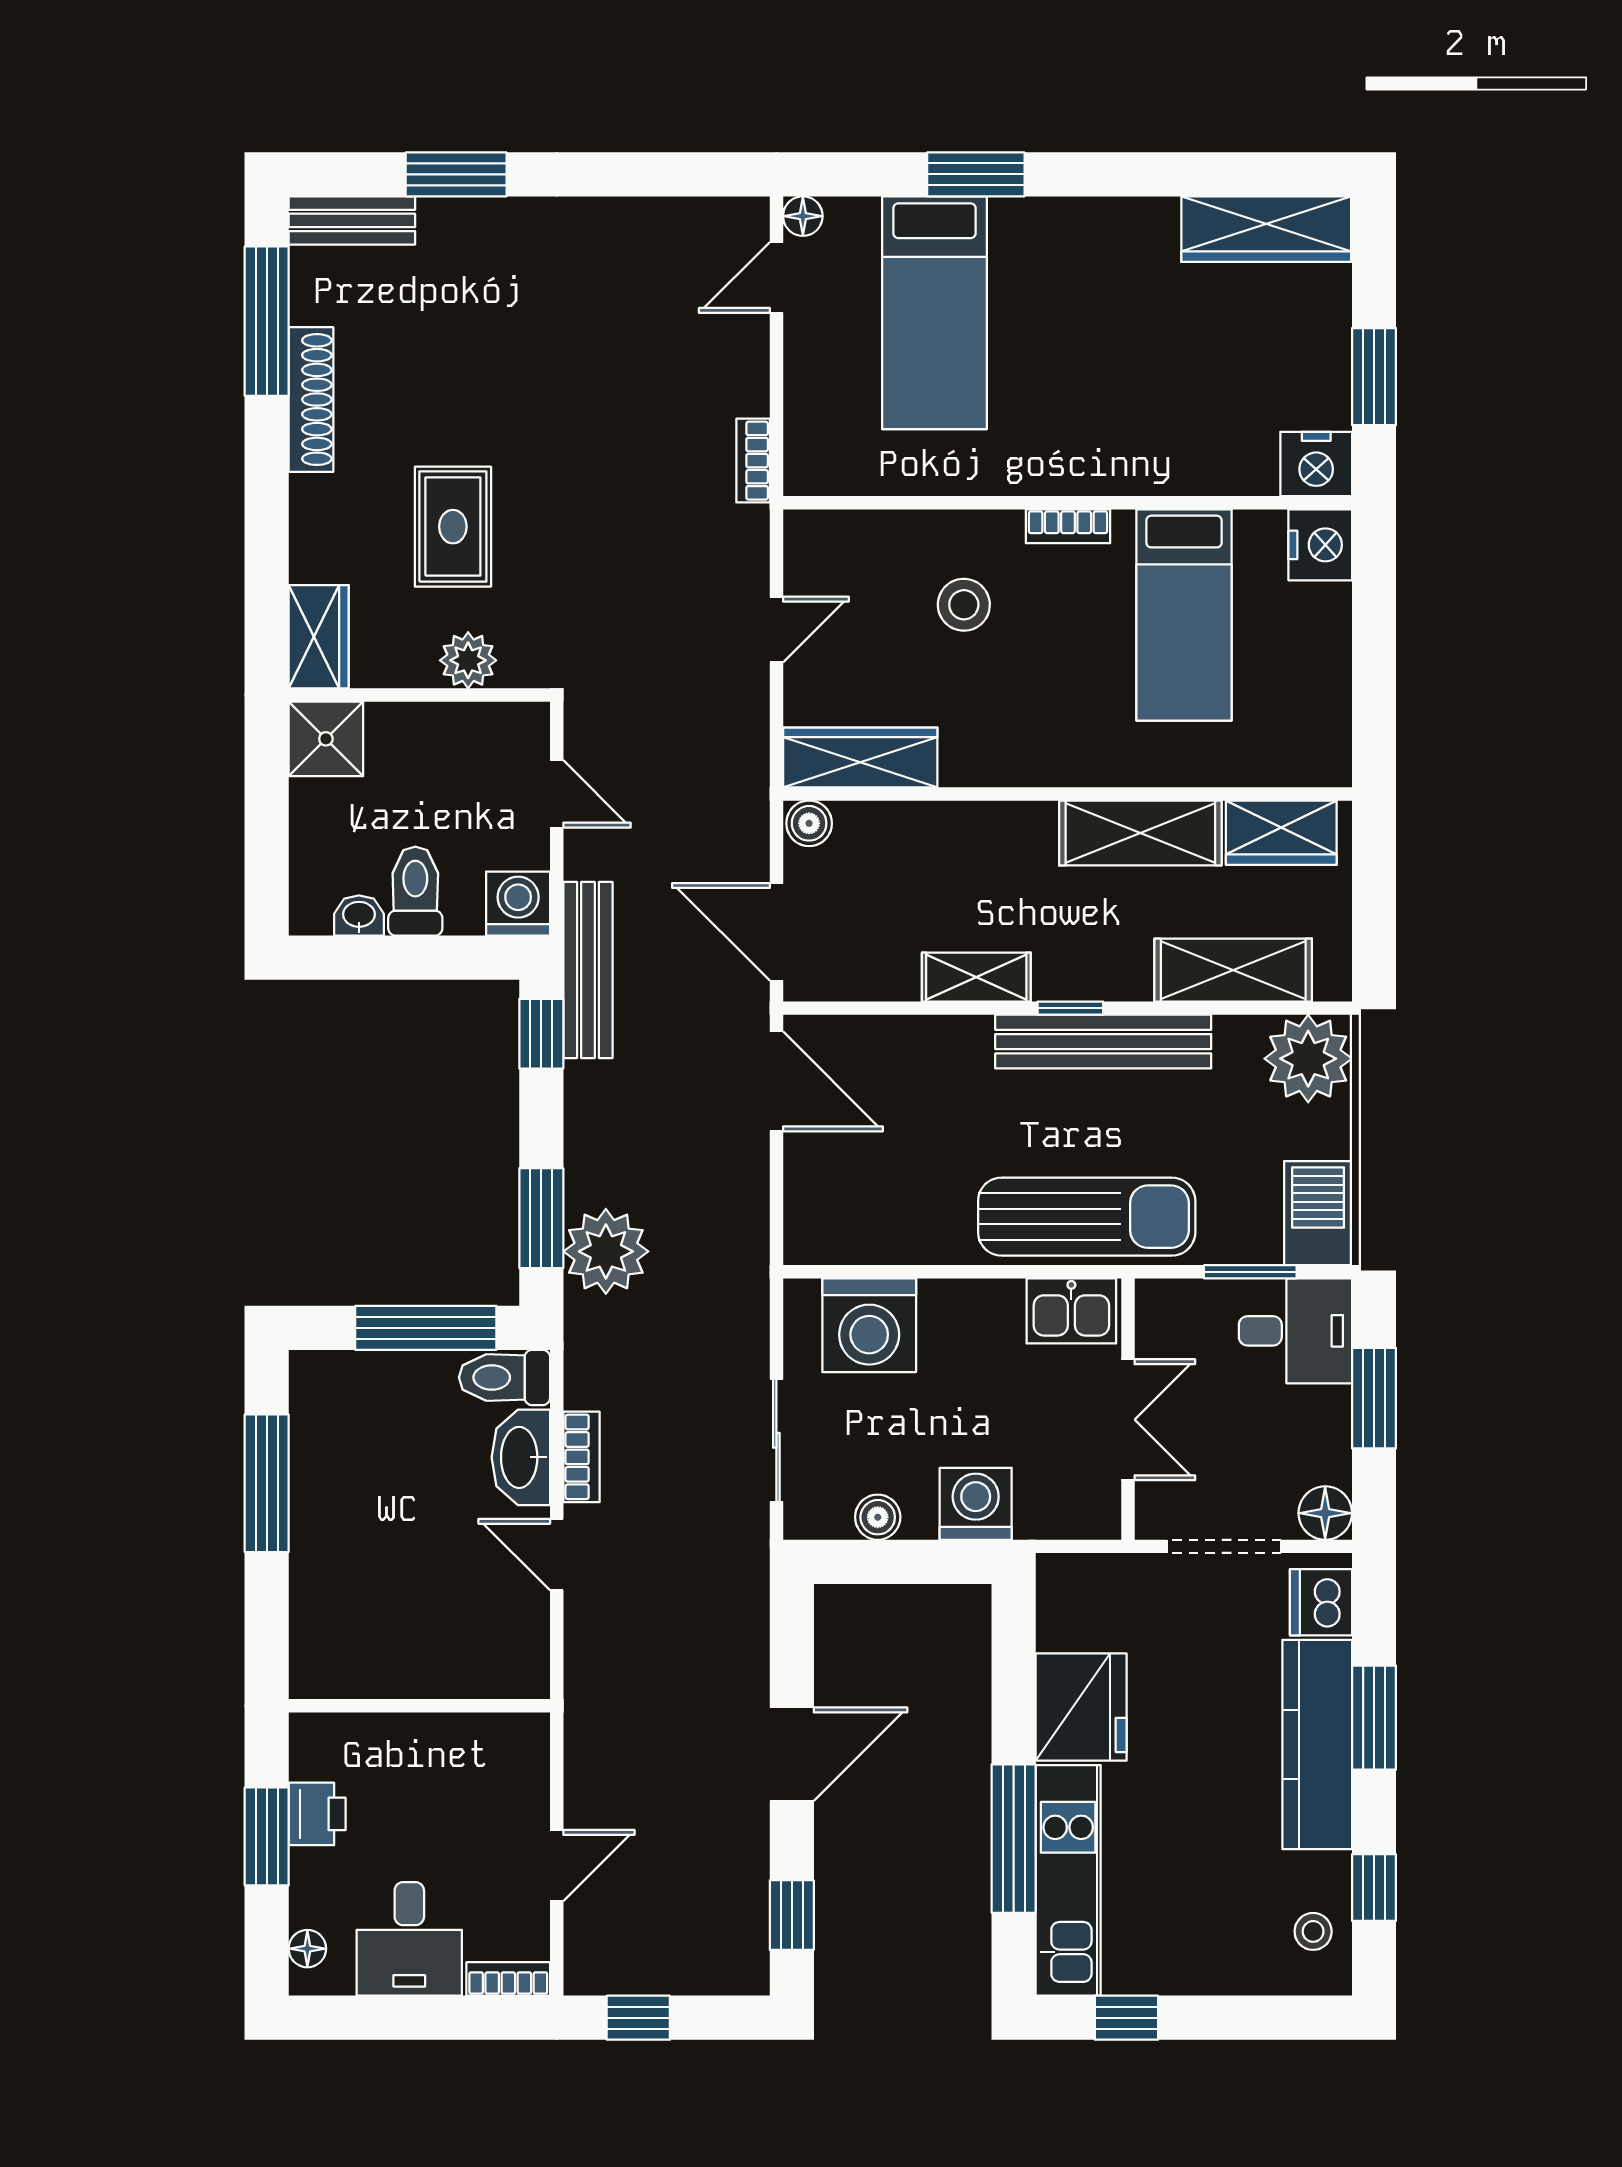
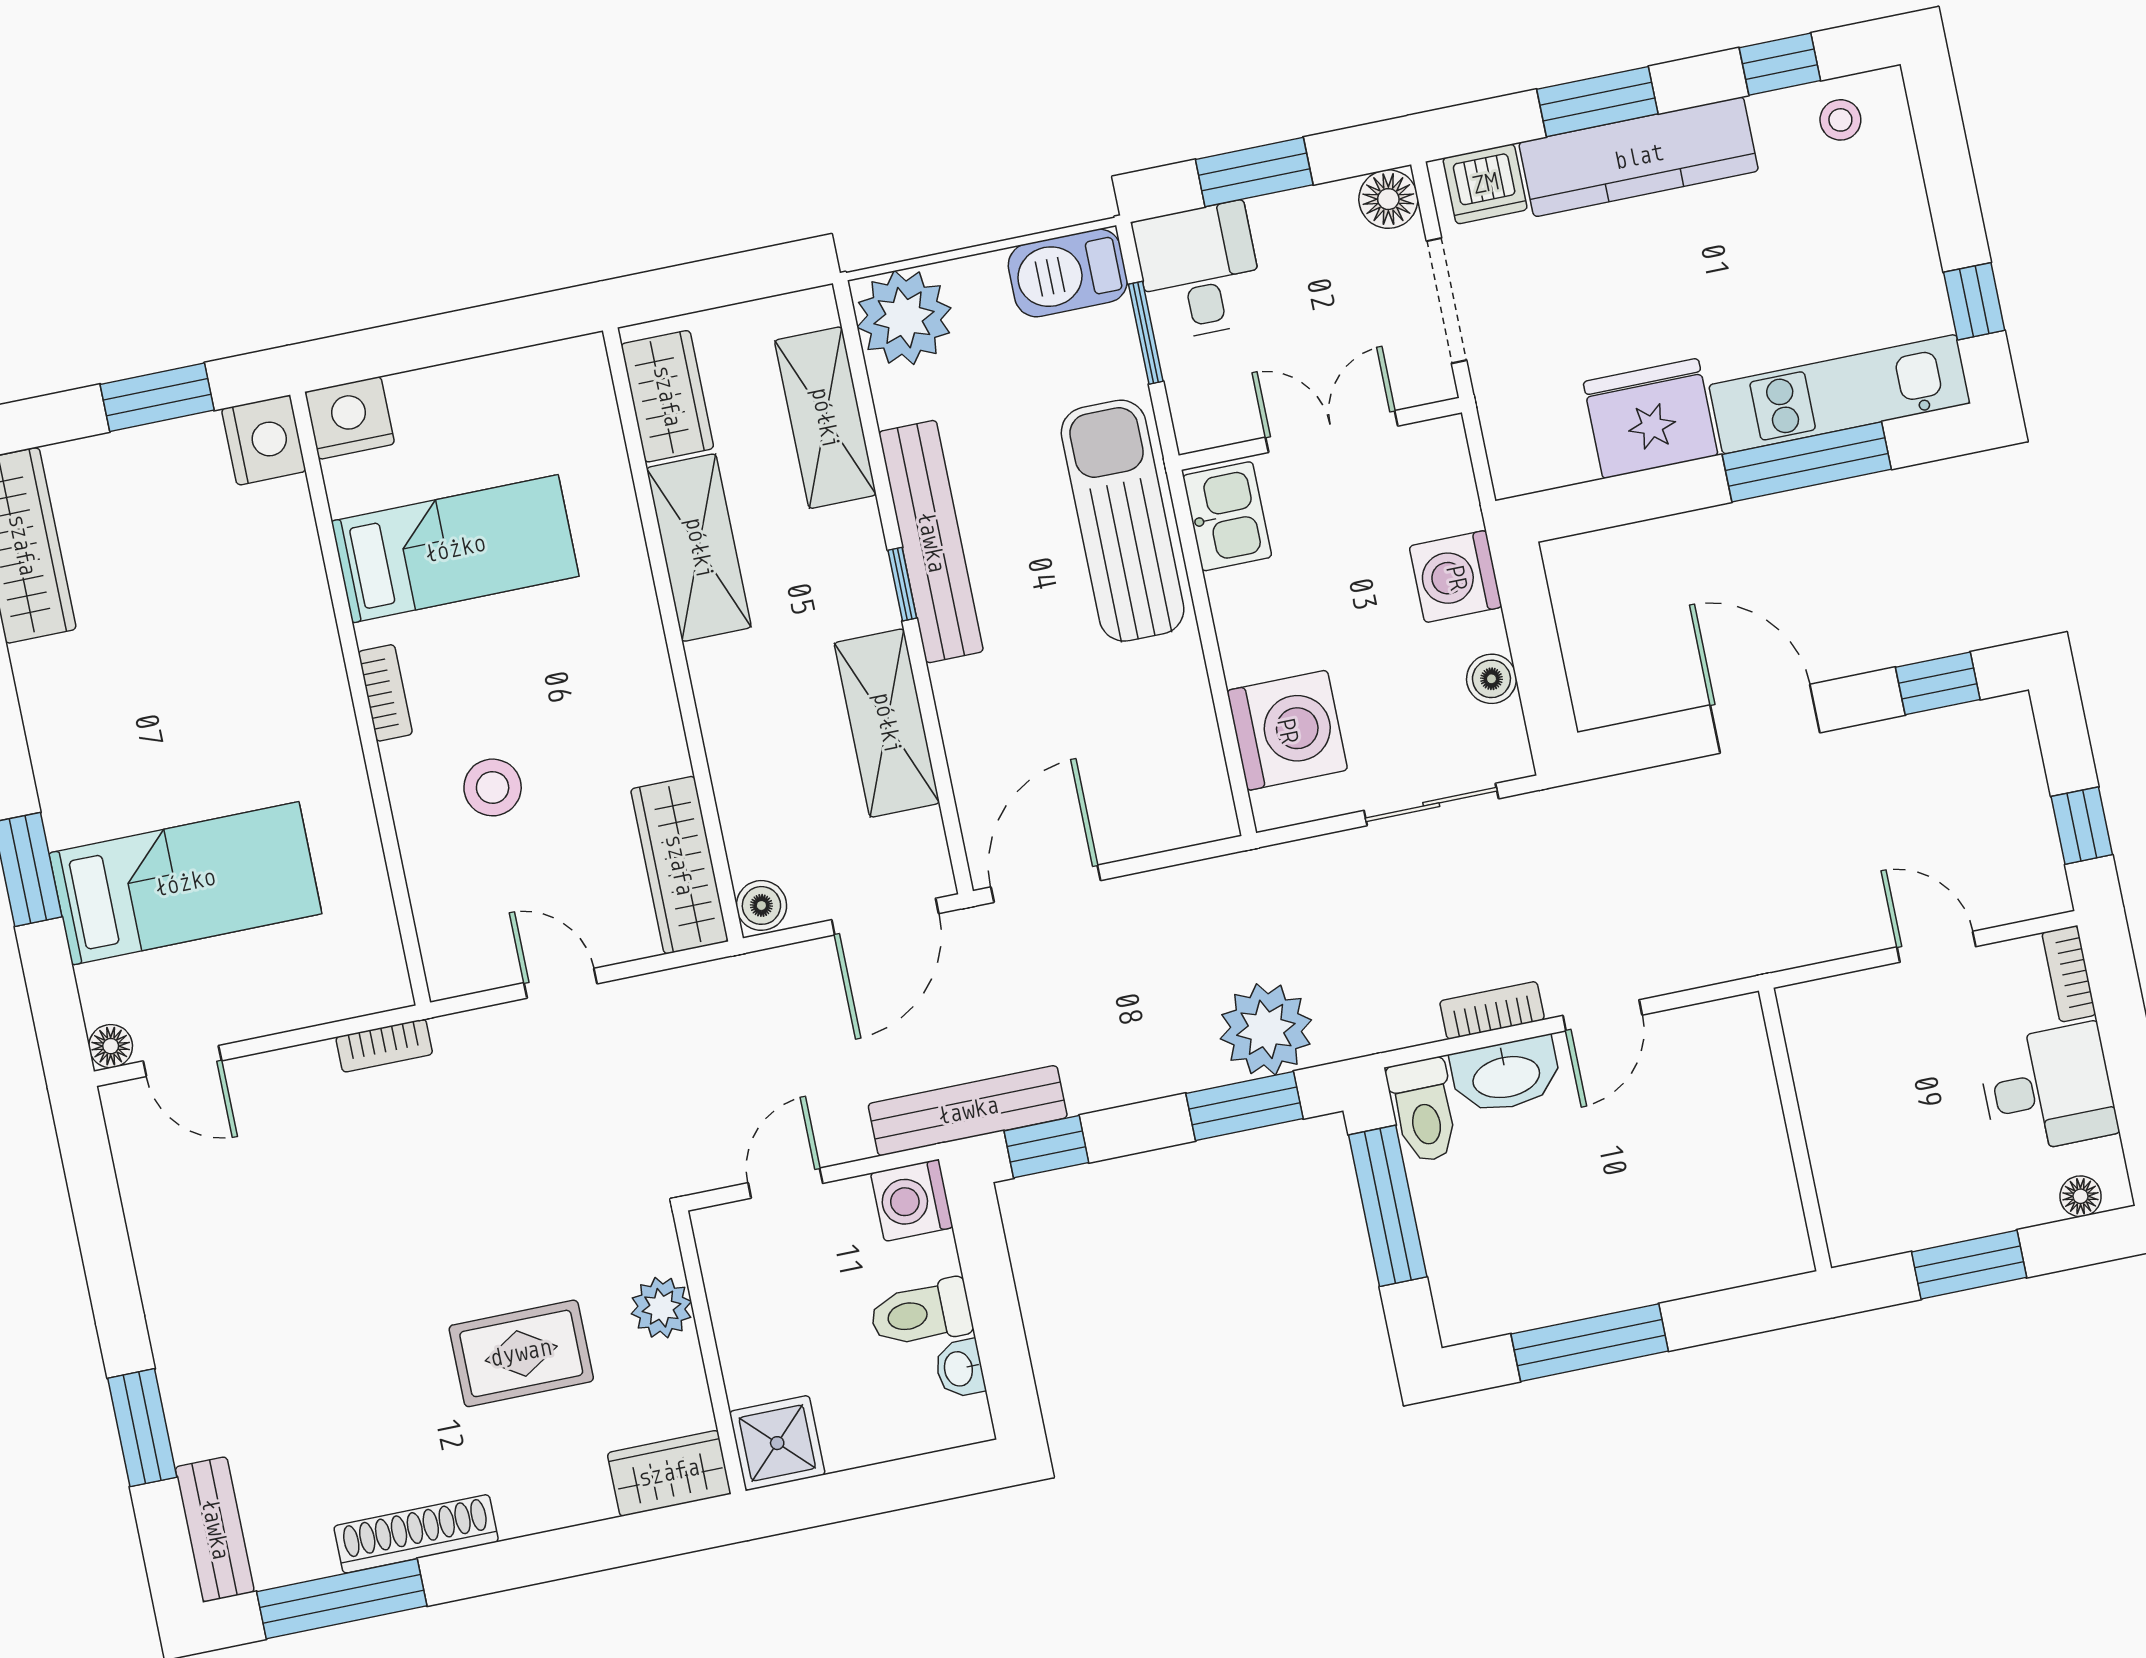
shelving: (976, 977) -> (887, 723), width x1.50, depth x1.33
printer: (317, 1814) -> (1934, 1215), removed

